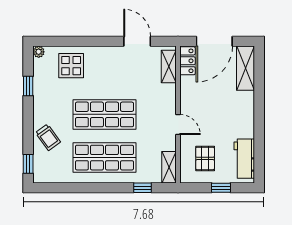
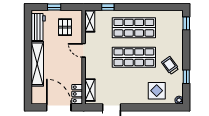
door: (214, 41) -> (59, 107), hinge flipped
shelving: (246, 68) -> (37, 64), moved, width x1.47
trolley: (48, 137) -> (170, 65), moved

